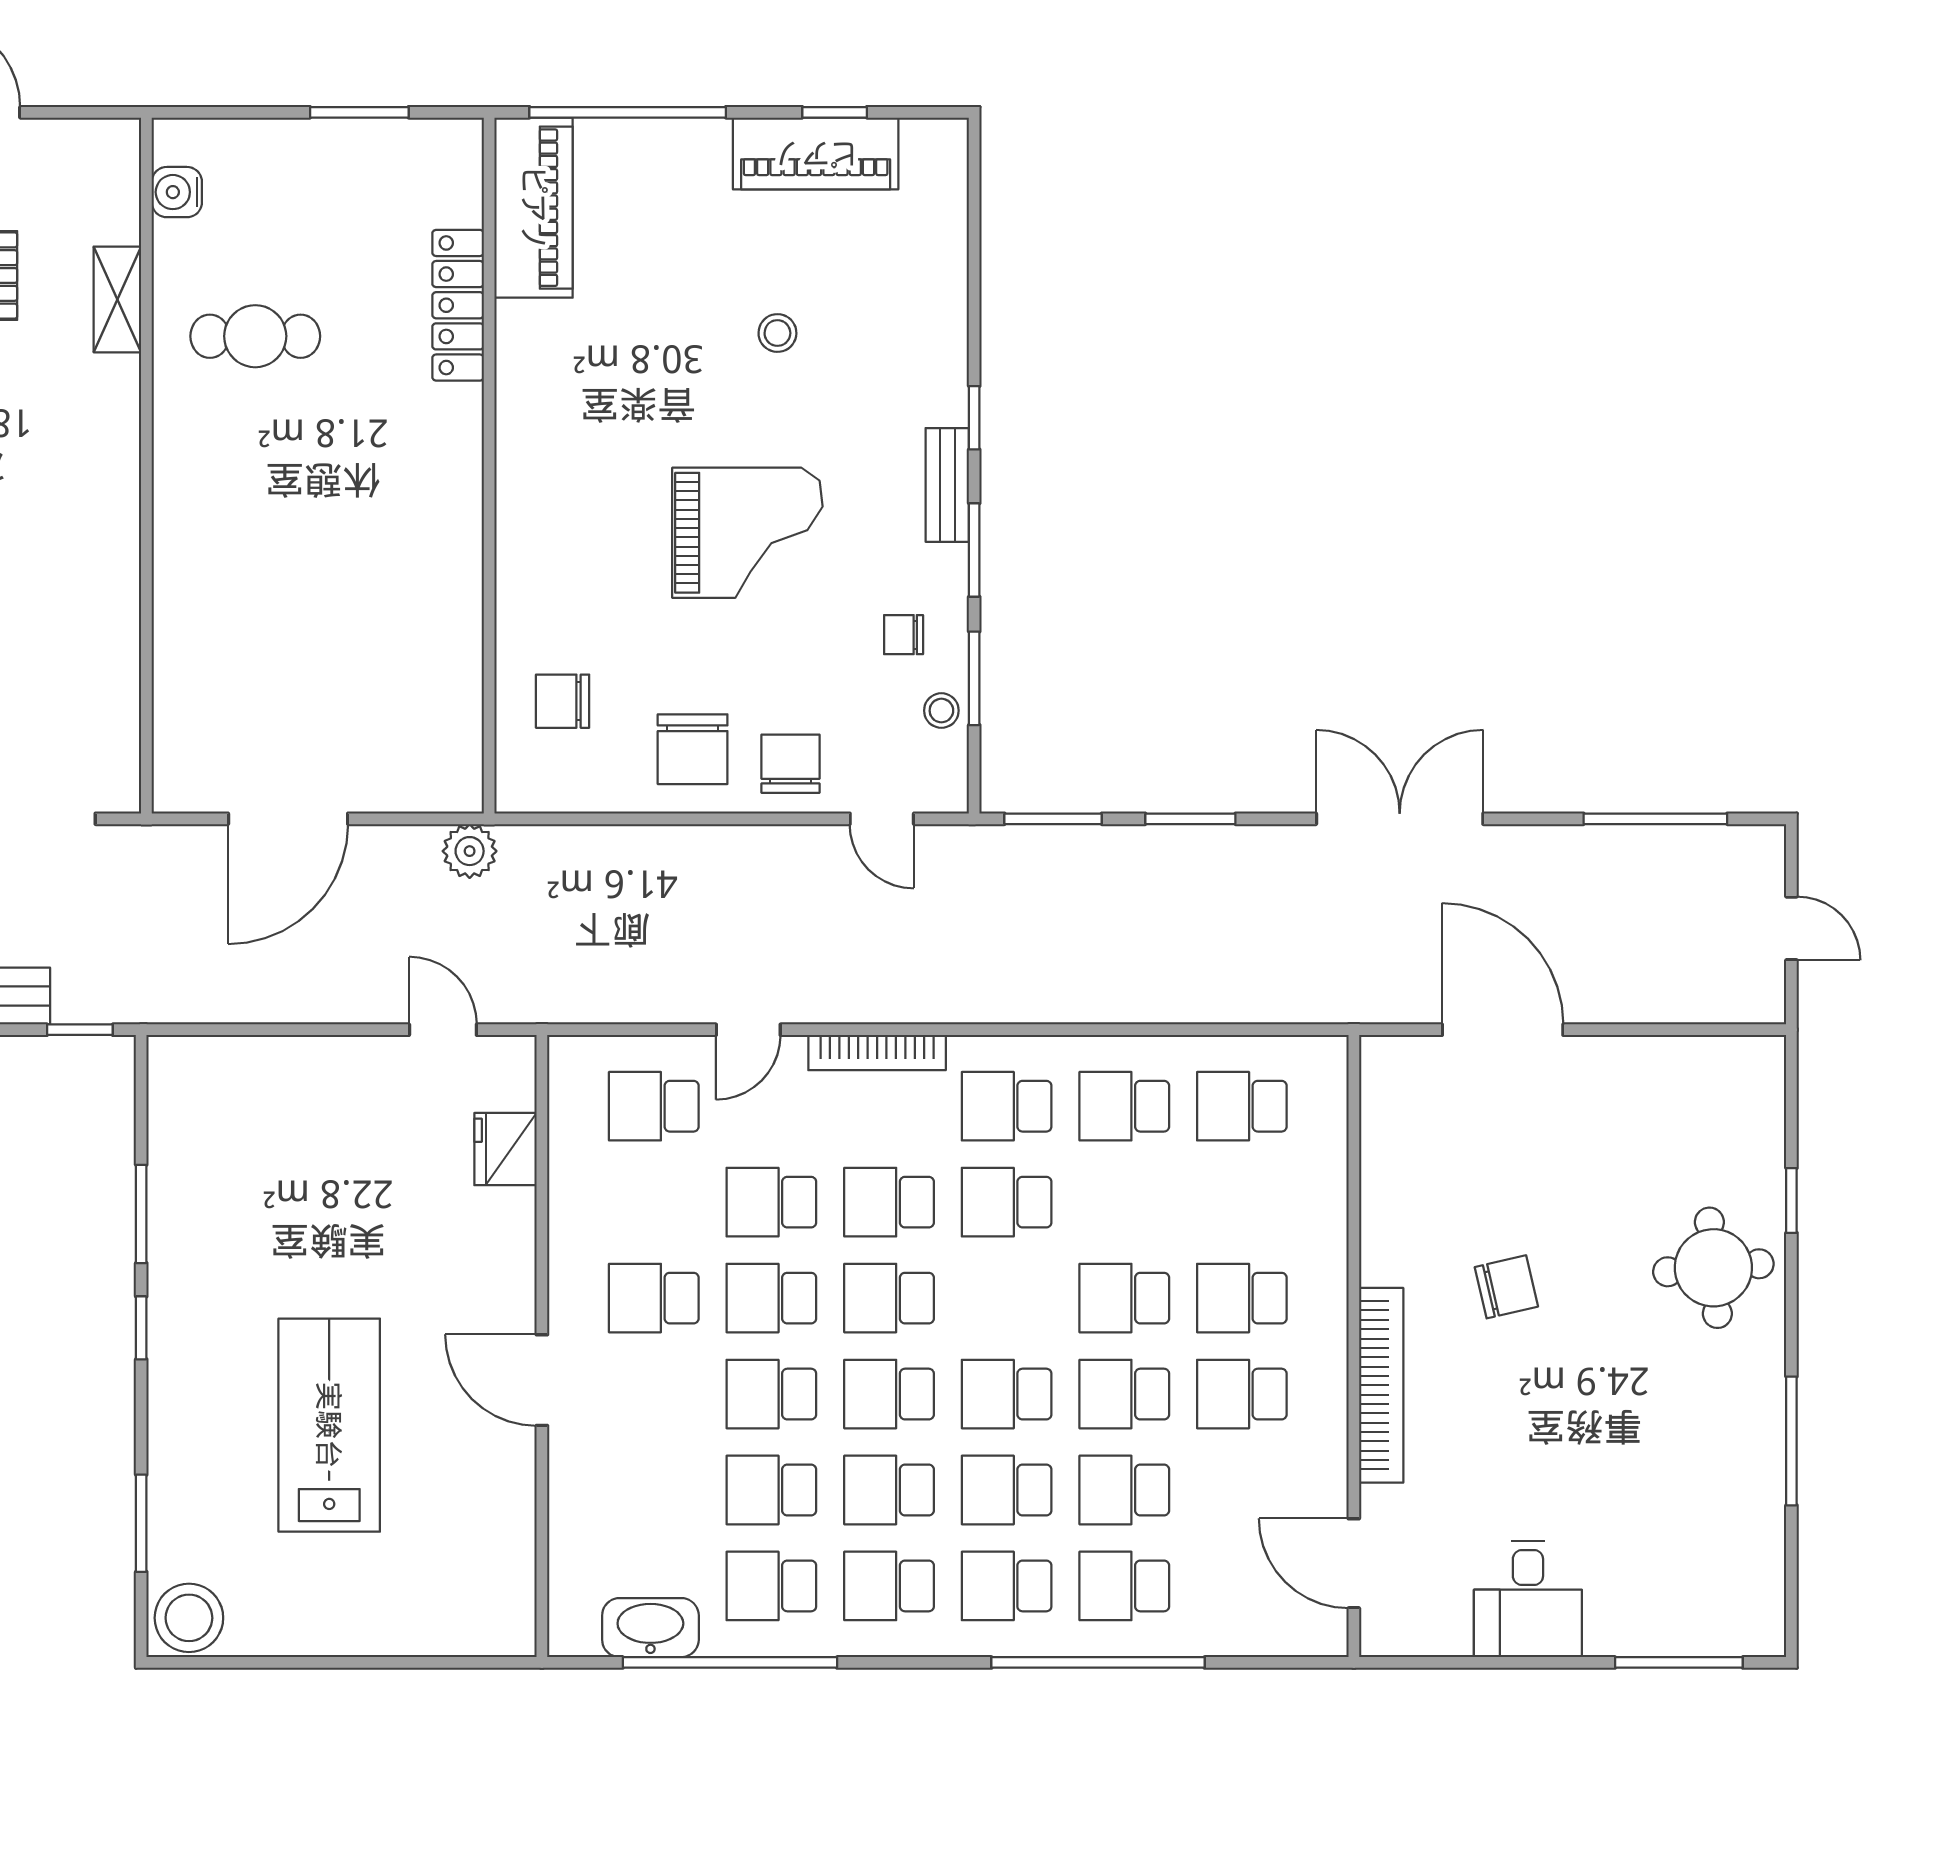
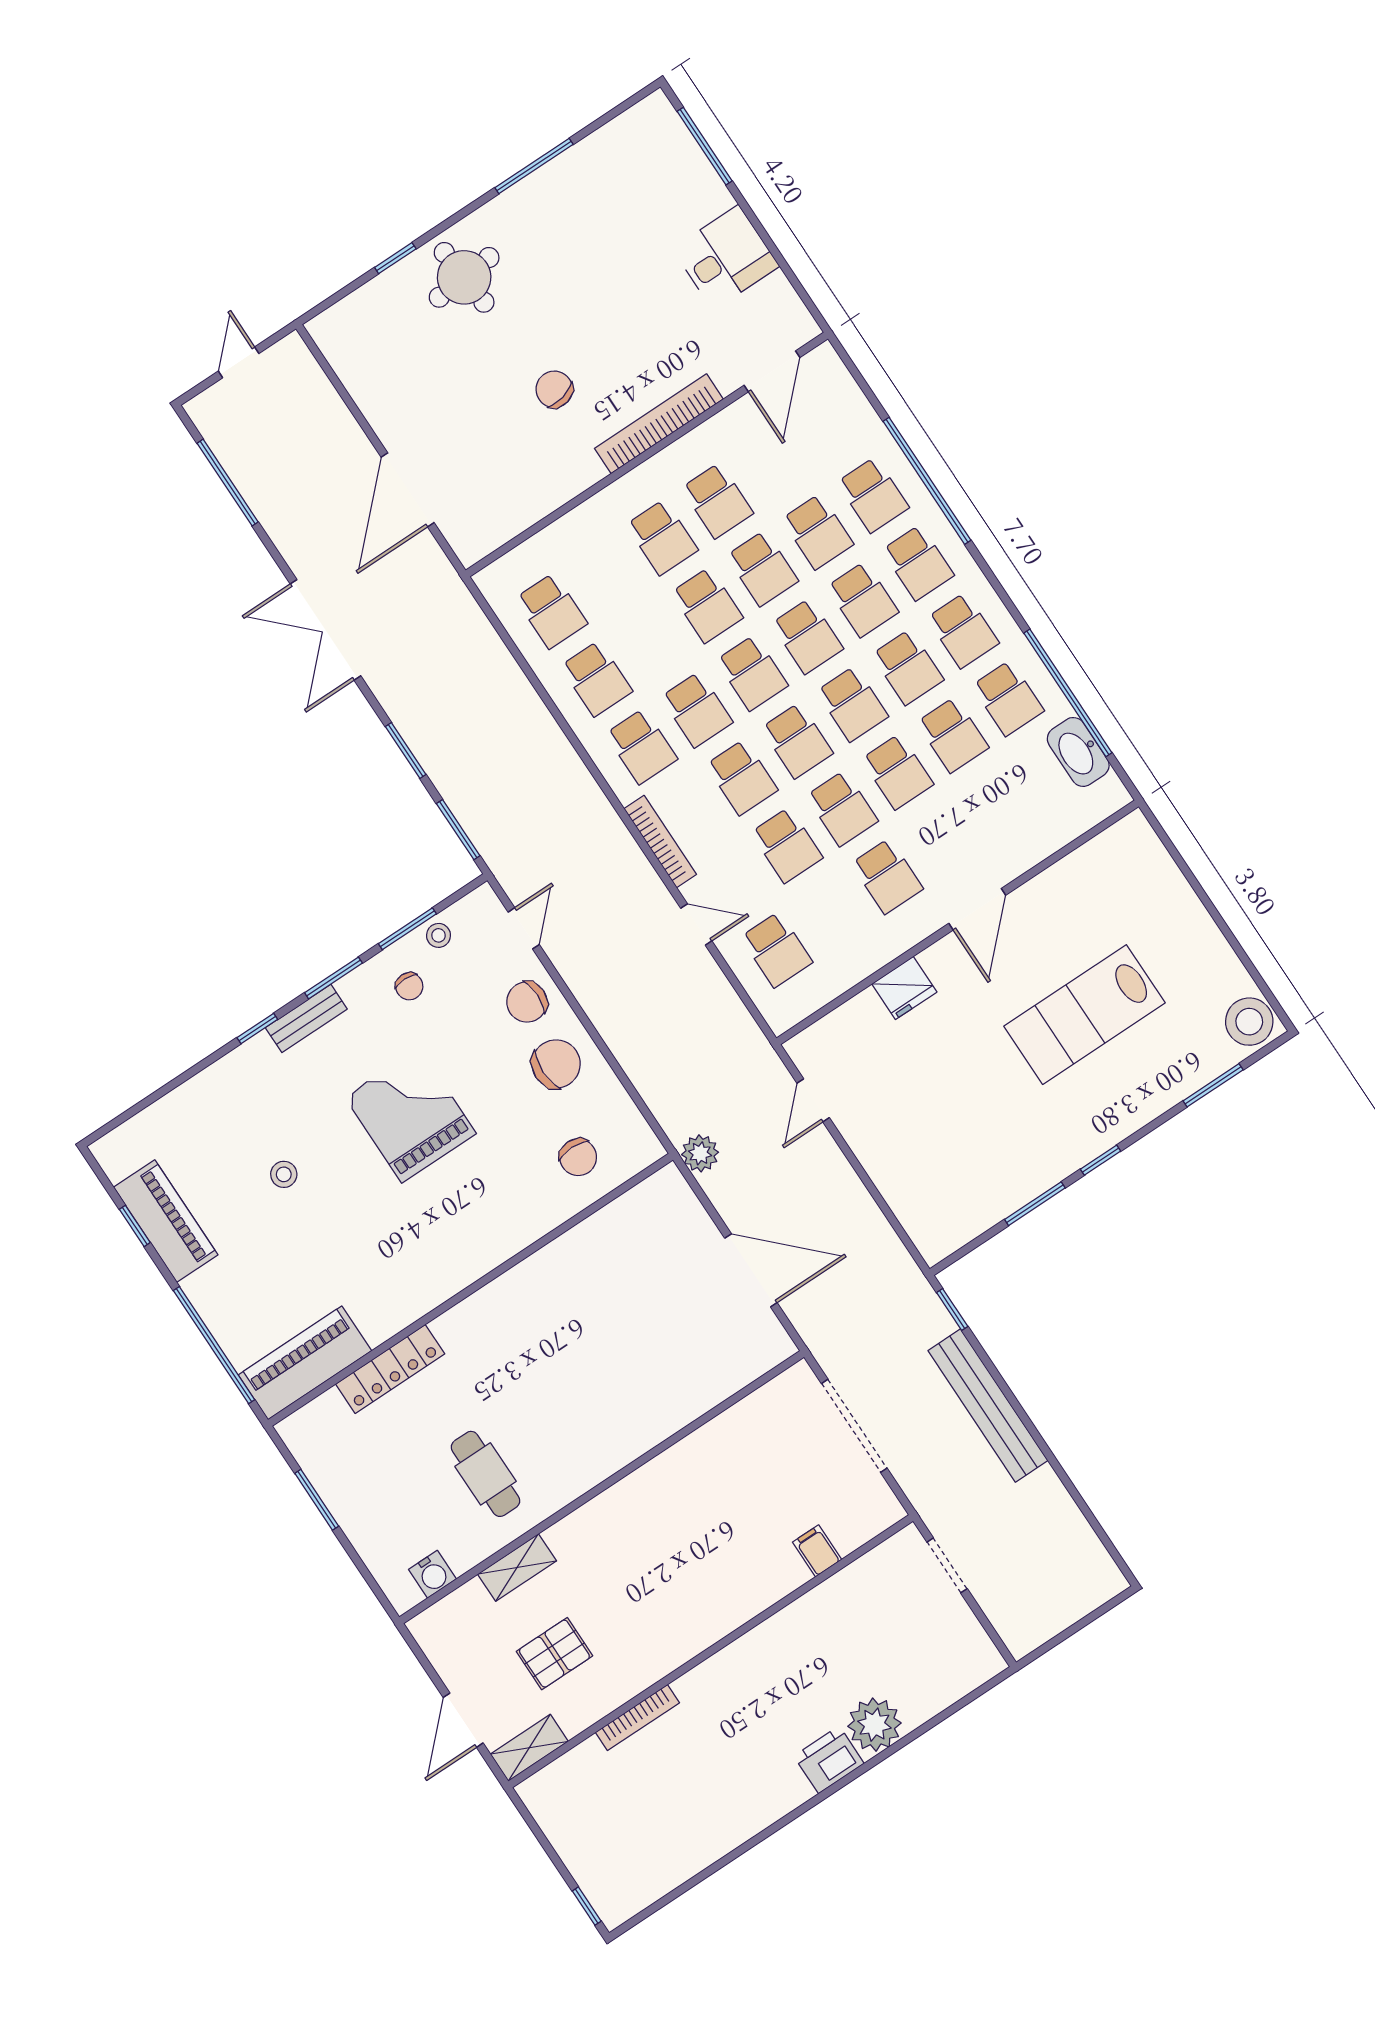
fridge: (505, 1149) -> (904, 988), moved
school desk: (1007, 1298) -> (752, 673), added

